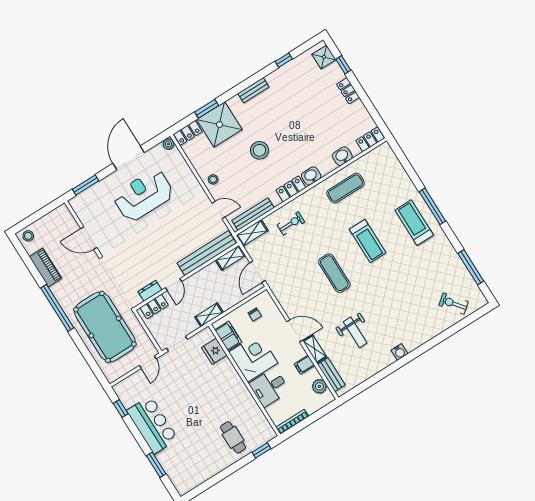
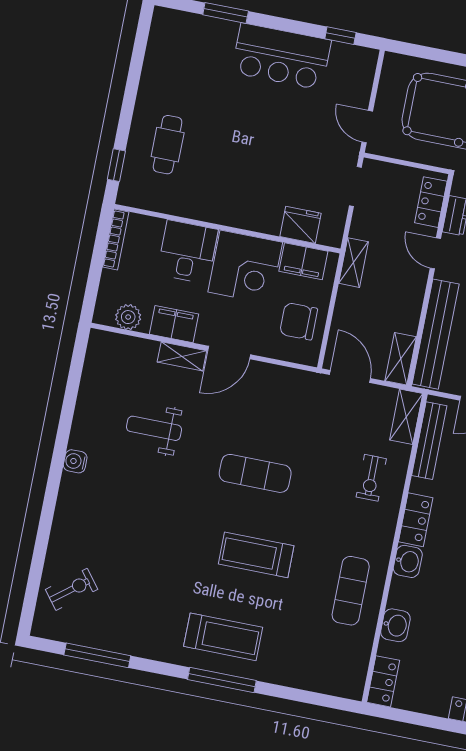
chair: (255, 315) -> (299, 321), width x1.87, depth x1.87
filing cabinet: (304, 365) -> (174, 324), width x2.00
bench: (331, 375) -> (129, 346), removed
cafe table: (233, 437) -> (168, 145), turned 90

